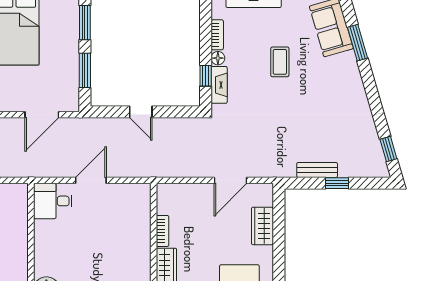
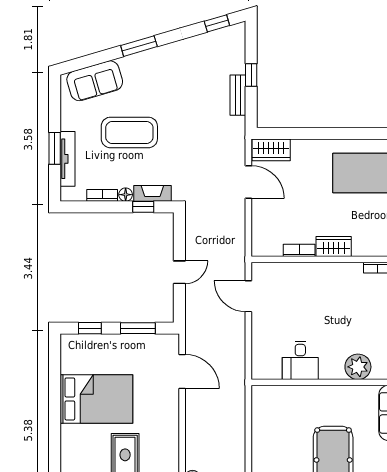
window: (85, 23) -> (90, 328), width x0.67
window: (358, 43) -> (139, 46), moved
coffee table: (280, 62) -> (129, 132), width x1.86, depth x1.72
door: (91, 180) -> (248, 296), moved
desk: (53, 201) -> (300, 360), moved
wardrobe: (262, 226) -> (271, 150), moved

